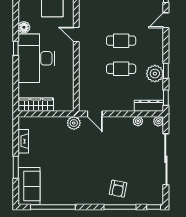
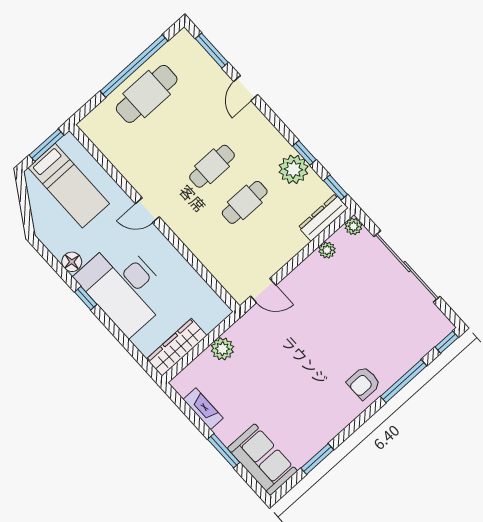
plant: (74, 123) -> (222, 349), moved
armchair: (118, 189) -> (364, 383), moved, turned 79
window: (53, 207) -> (317, 459), width x0.47

